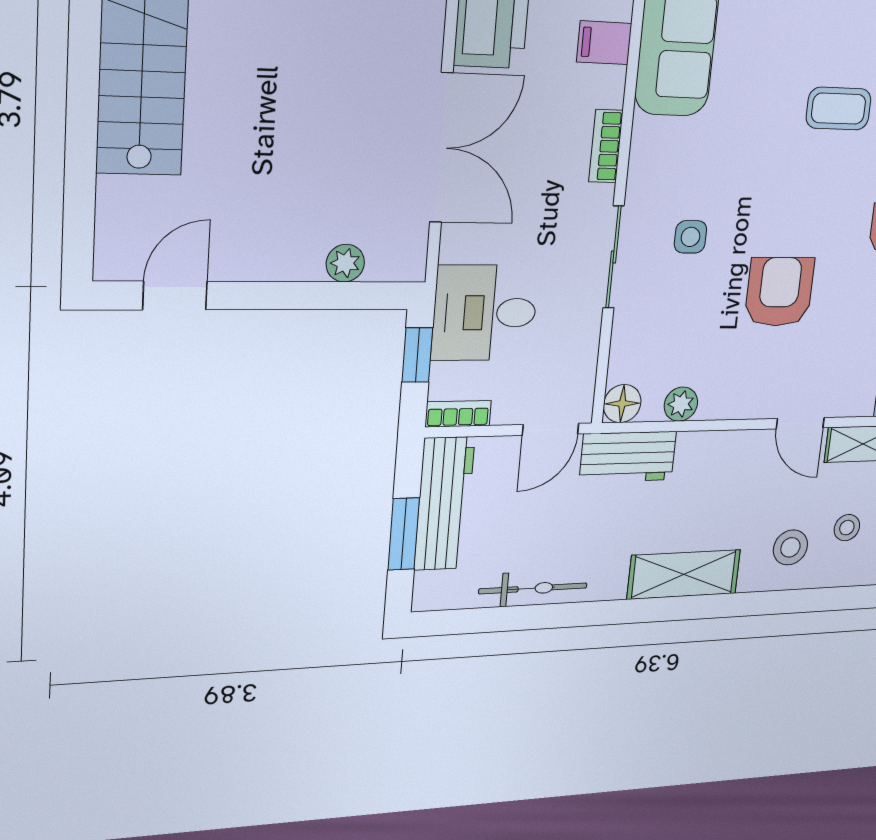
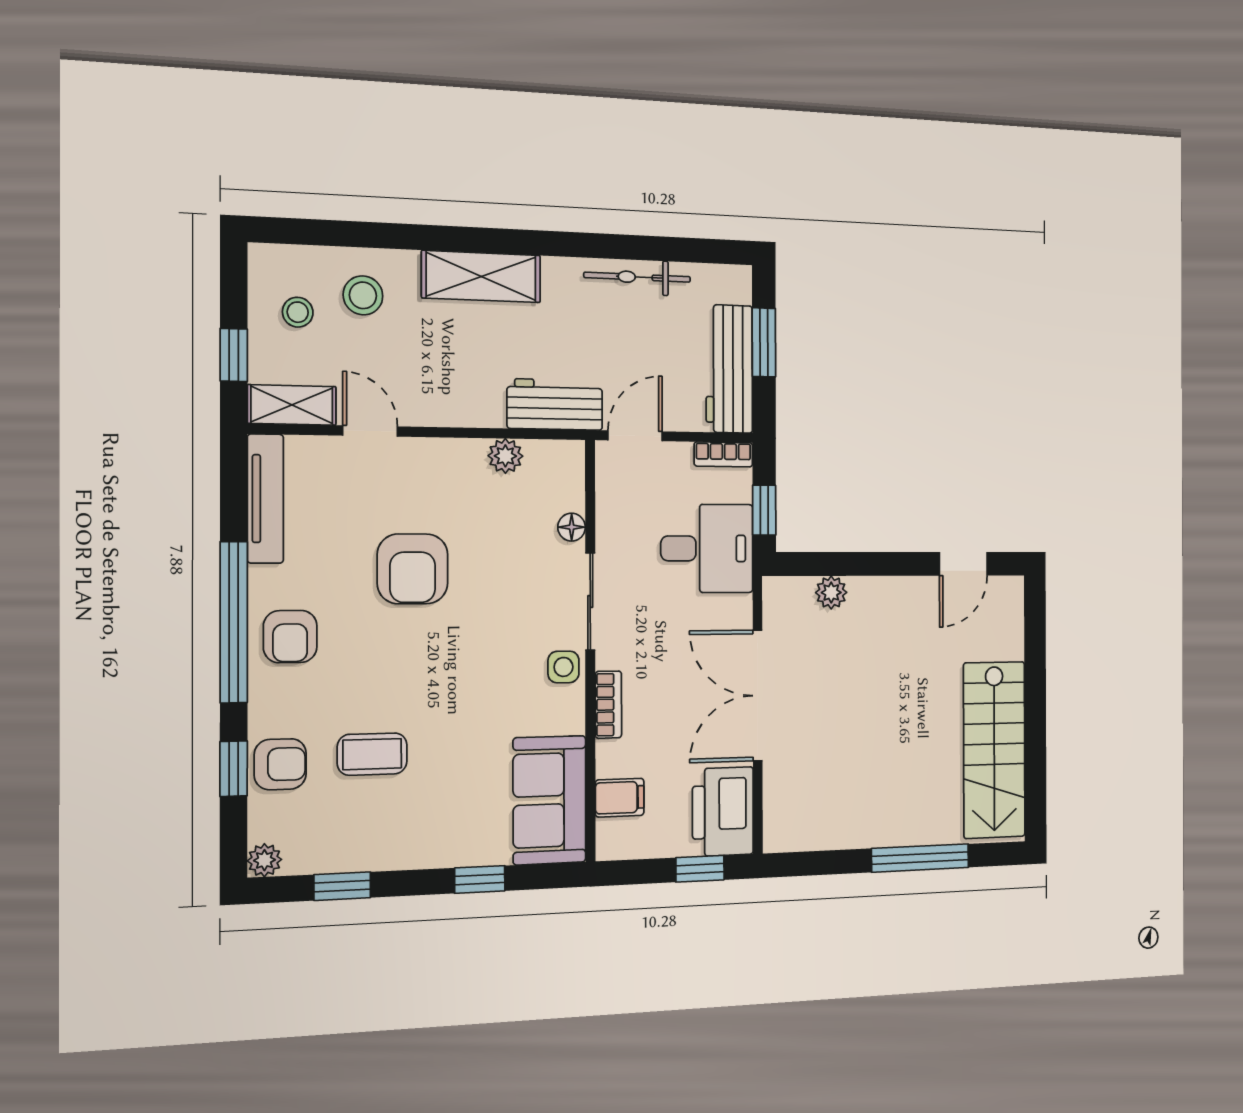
side table: (690, 237) -> (563, 667), moved
floor lamp: (622, 404) -> (572, 527), moved, width x0.73, depth x0.73

